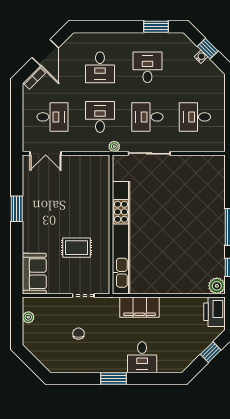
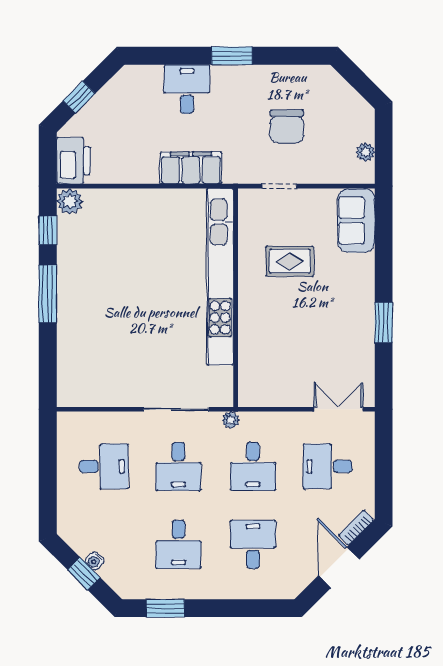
desk: (147, 117) -> (178, 466), turned 90
chair: (78, 334) -> (287, 126), width x1.87, depth x1.87

